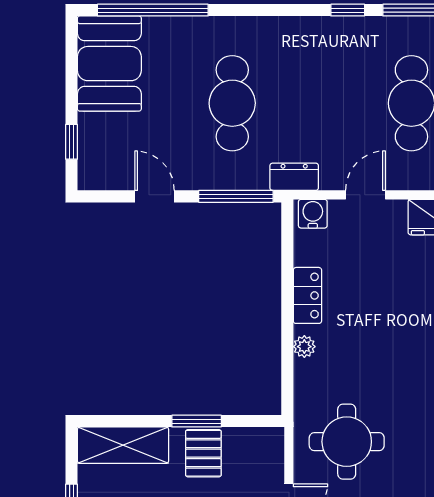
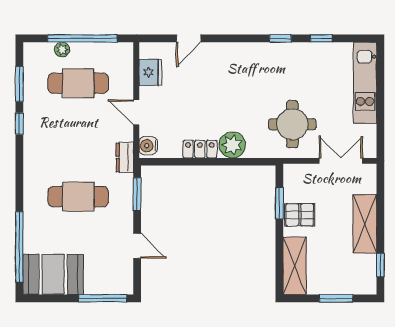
window: (72, 142) -> (103, 298), width x2.17
door: (154, 196) -> (137, 246), swing flipped
window: (236, 196) -> (137, 194), width x0.69
plant: (304, 347) -> (232, 145), width x1.88, depth x1.88
window: (197, 421) -> (279, 203), moved

